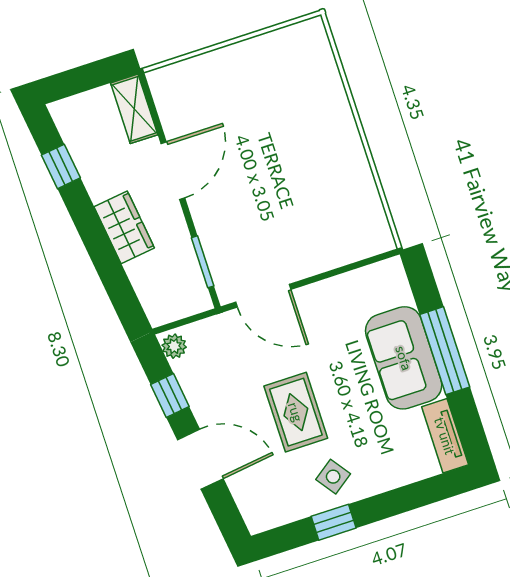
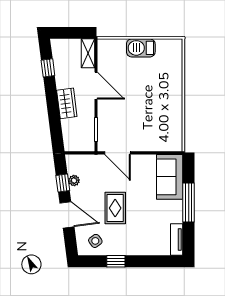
barbecue: (240, 62) -> (141, 48), added
door: (173, 171) -> (96, 86), hinge flipped
plant: (174, 346) -> (74, 181), moved
sofa: (404, 358) -> (170, 177), moved
side table: (333, 477) -> (95, 241), moved

